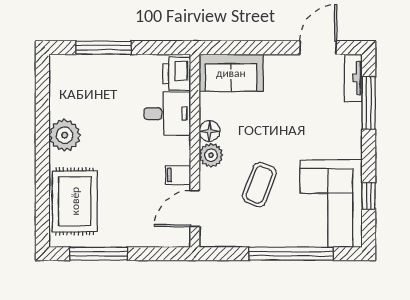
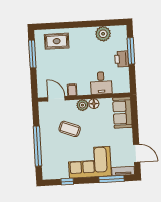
printer: (177, 74) -> (122, 59), moved, turned -90
plant: (65, 135) -> (103, 34), moved
rug: (75, 201) -> (57, 41), width x0.73, depth x0.70
corner sofa: (331, 204) -> (90, 162), moved

